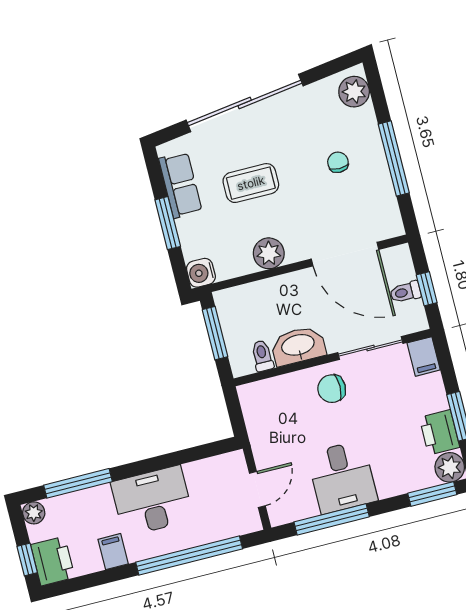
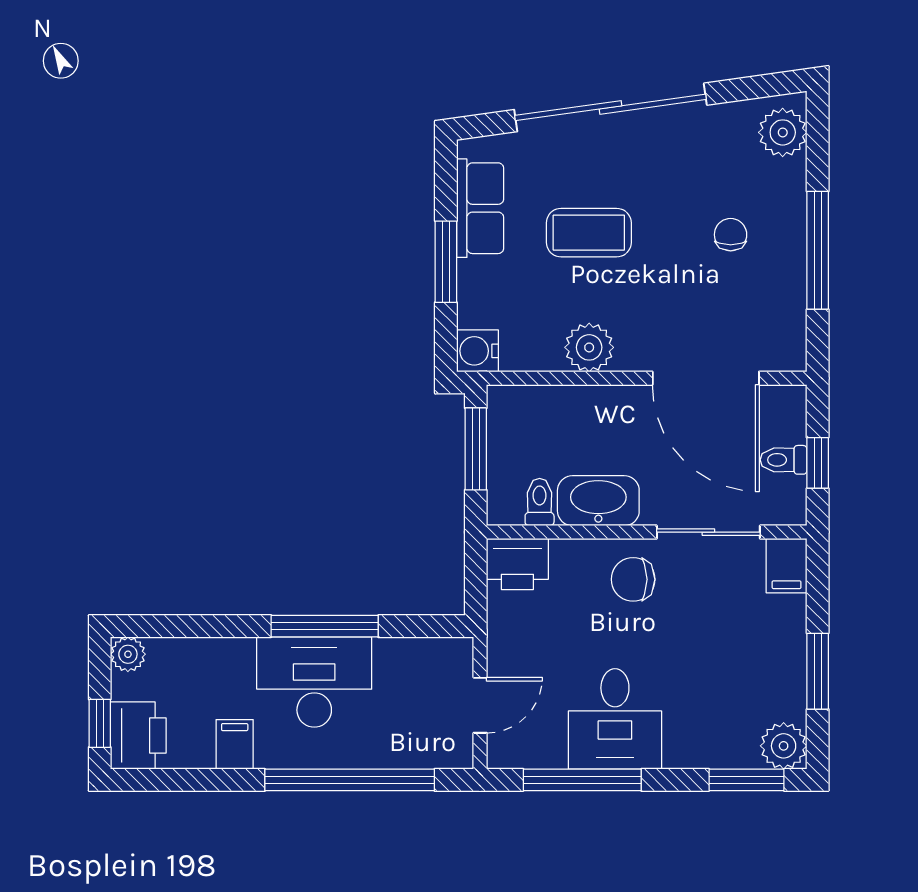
printer: (439, 432) -> (517, 564), moved, turned -90
window: (78, 483) -> (325, 626), moved

